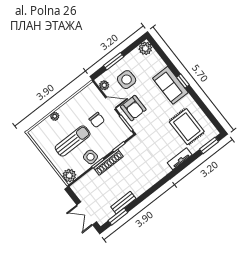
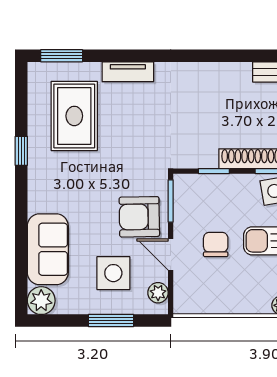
window: (183, 81) -> (21, 151), moved
sofa: (170, 85) -> (48, 249), moved
armchair: (133, 108) -> (139, 217), turned -91

